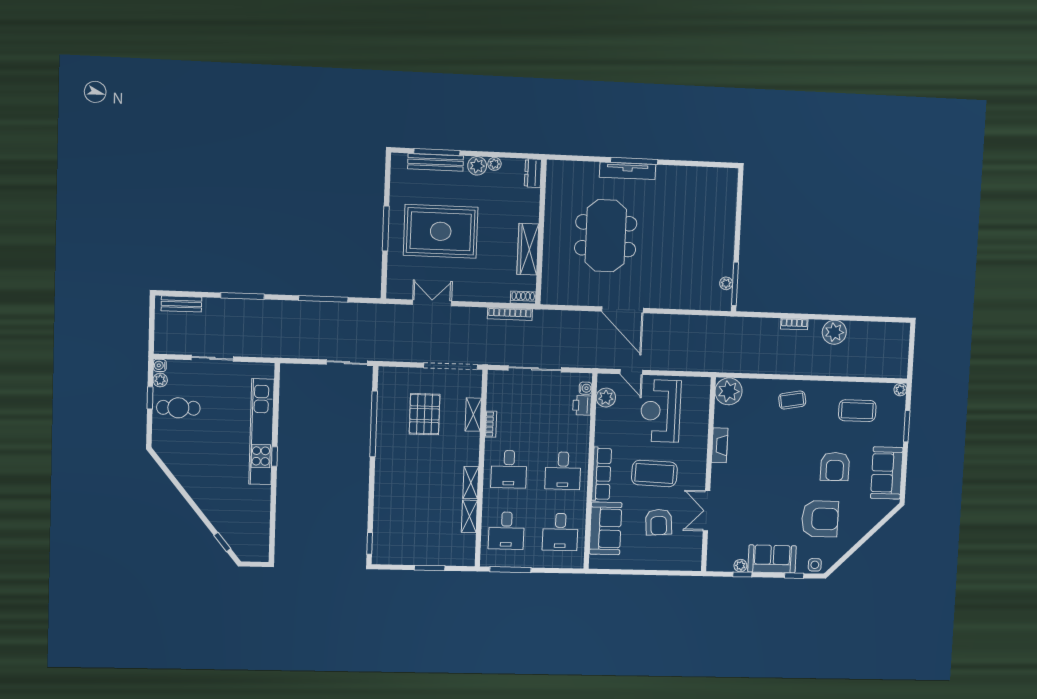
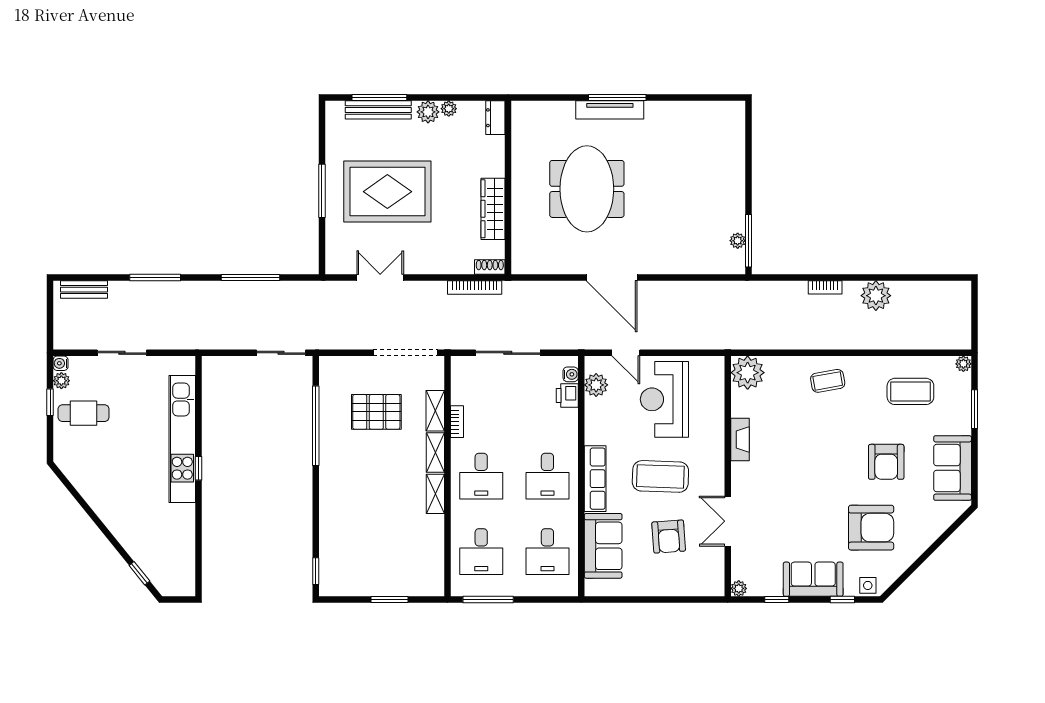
pallet: (425, 414) -> (376, 412), turned 90
shelving: (469, 516) -> (435, 453), moved
plant: (740, 566) -> (739, 588), moved

